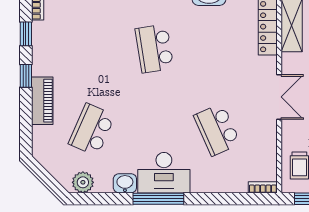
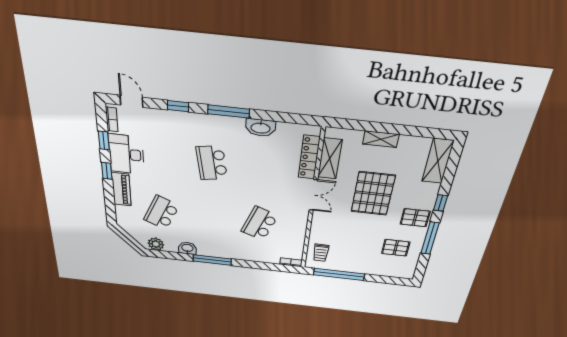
double door: (279, 97) -> (313, 195), moved
school desk: (217, 130) -> (259, 223), turned 45
desk: (164, 173) -> (126, 154), moved, turned 90

